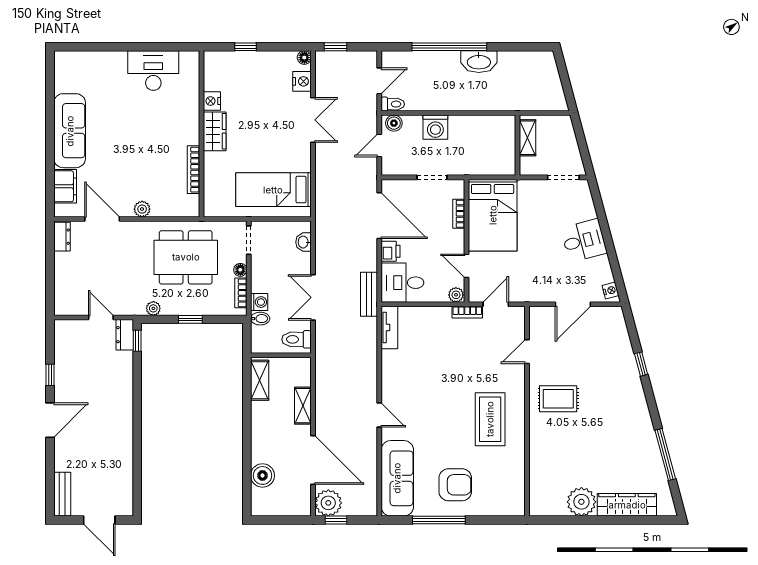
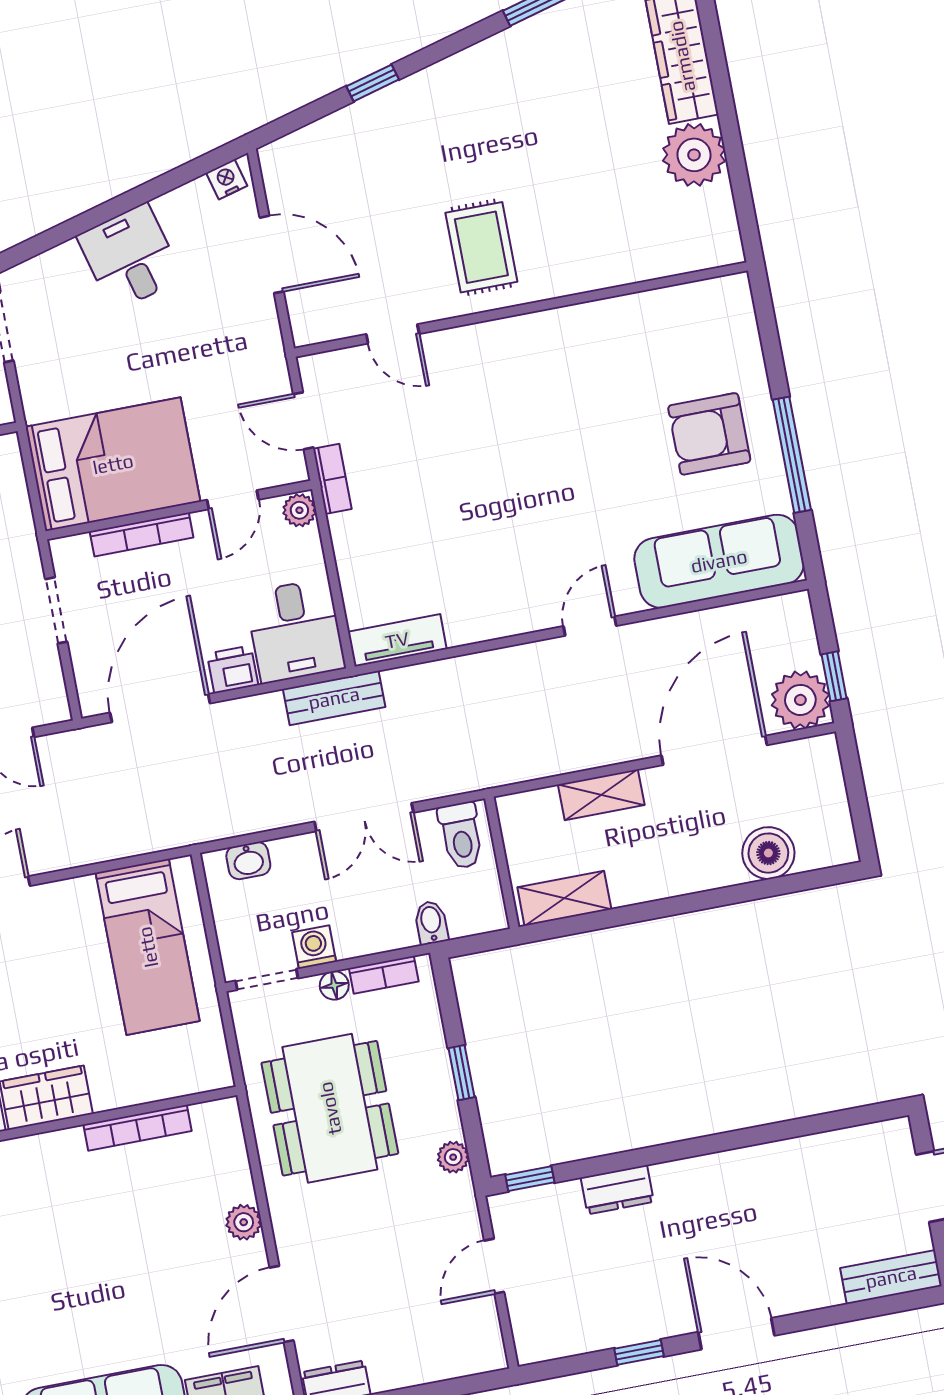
bookcase: (459, 214) -> (142, 534), width x1.56
washing machine: (259, 302) -> (314, 947), moved
dresser: (125, 335) -> (617, 1190), moved
coffee table: (490, 419) -> (554, 386), removed
armchair: (455, 485) -> (709, 434), turned -90

